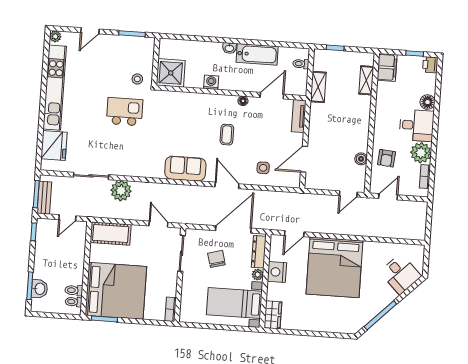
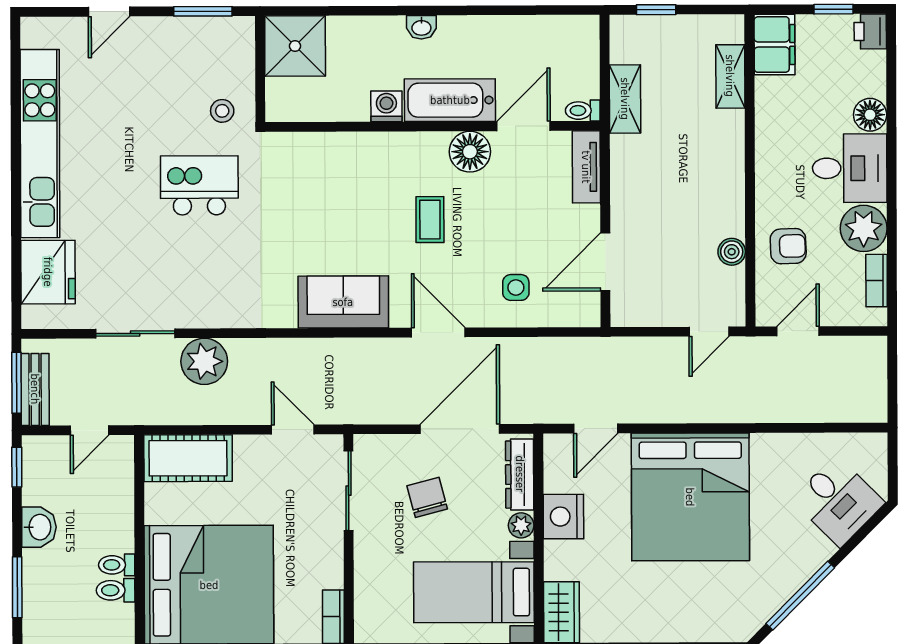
plant: (55, 36) -> (33, 30), removed
bathtub: (257, 54) -> (450, 100), moved, turned 180
toilet: (301, 64) -> (583, 111), moved
shower: (171, 73) -> (295, 46), moved
floor lamp: (243, 101) -> (470, 152), width x1.89, depth x1.89
armchair: (387, 158) -> (788, 246), turned -97
washbasin: (39, 289) -> (39, 527), moved
toilet: (74, 302) -> (117, 565), moved

